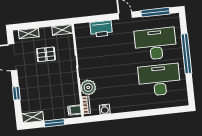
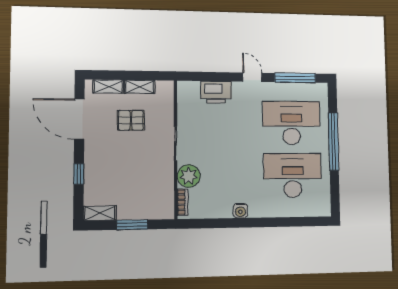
shelving: (62, 30) -> (140, 87), moved
water cooler: (105, 109) -> (240, 211), moved
filing cabinet: (75, 110) -> (165, 208), removed

